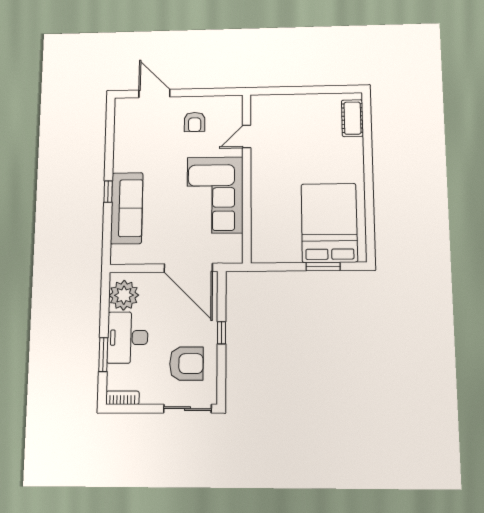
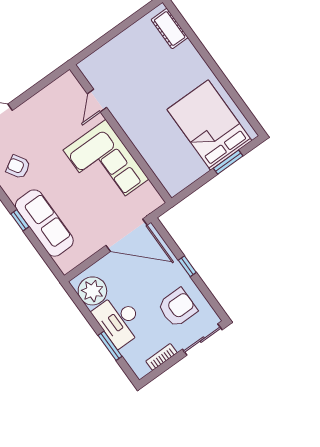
armchair: (195, 122) -> (18, 167), moved, turned 149
bookcase: (122, 398) -> (162, 357), moved

